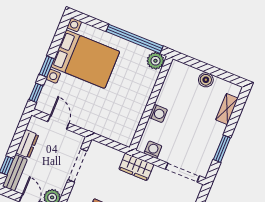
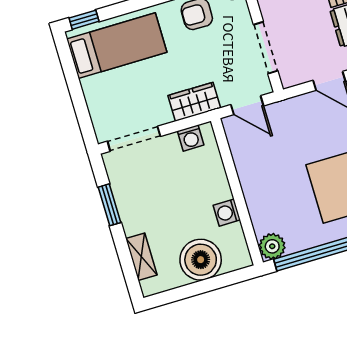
boiler: (206, 80) -> (201, 260), width x1.86, depth x1.86
washing machine: (158, 113) -> (227, 213), moved
door: (111, 143) -> (247, 105), added

